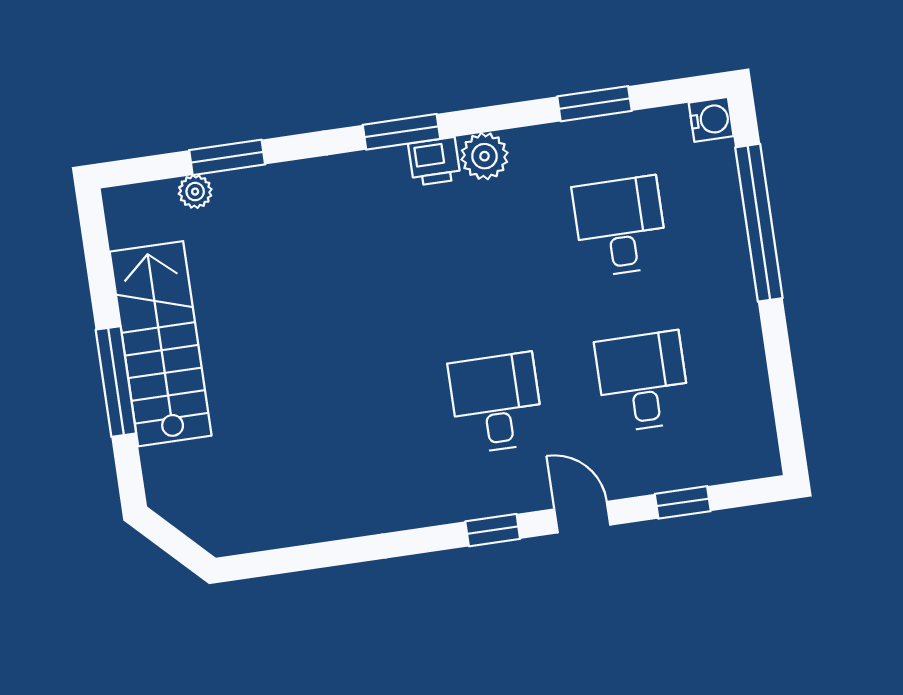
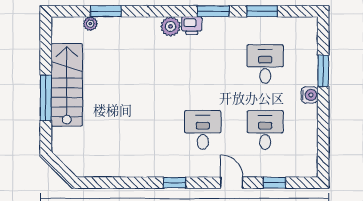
water cooler: (711, 119) -> (310, 95), moved
window: (401, 132) -> (213, 11), moved
plant: (485, 156) -> (171, 26), moved
window: (759, 223) -> (323, 71), width x0.47
window: (493, 530) -> (175, 183), moved

